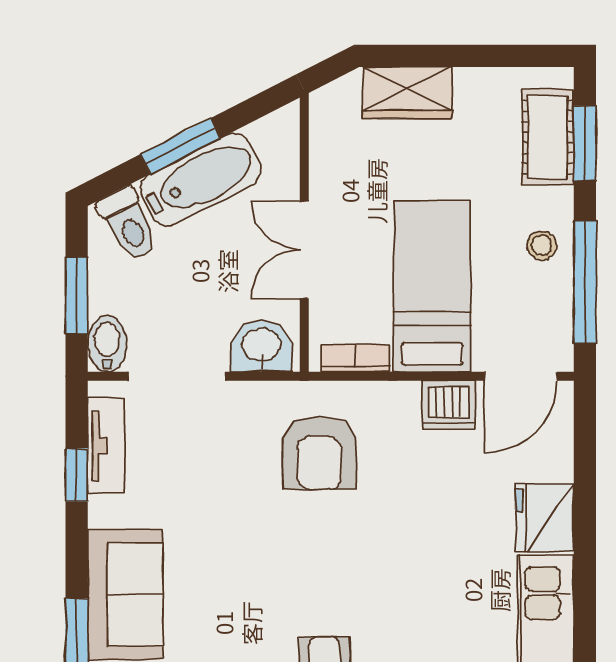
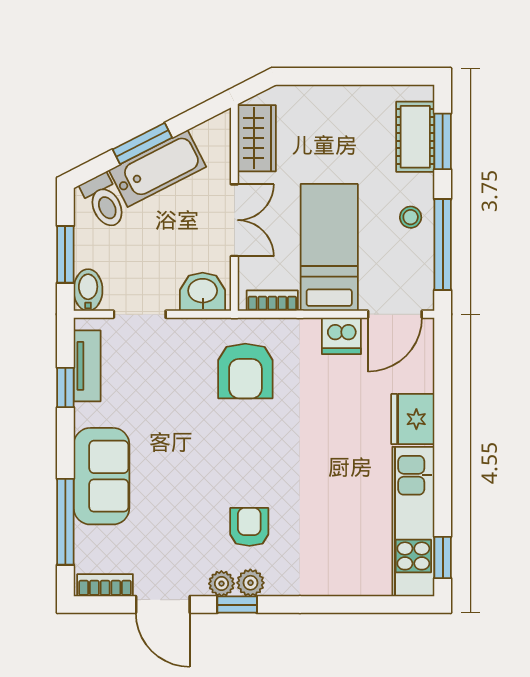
wardrobe: (407, 93) -> (257, 138), moved, turned -90
double door: (304, 250) -> (234, 220), swing flipped
doorway: (177, 376) -> (140, 314), width x0.73

